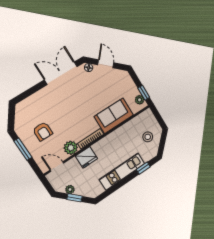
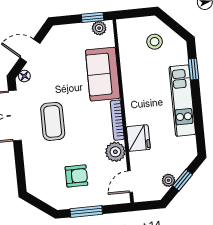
coffee table: (69, 99) -> (53, 121), added

